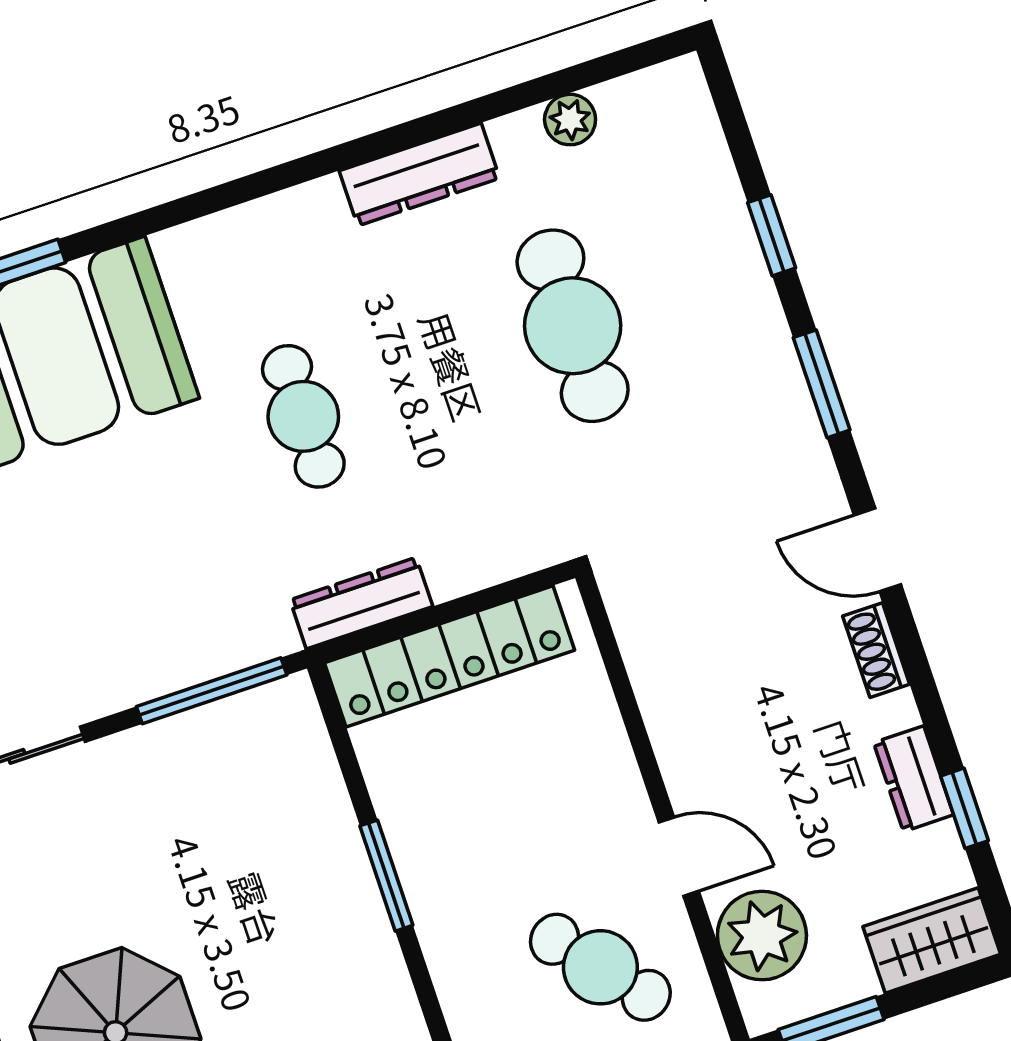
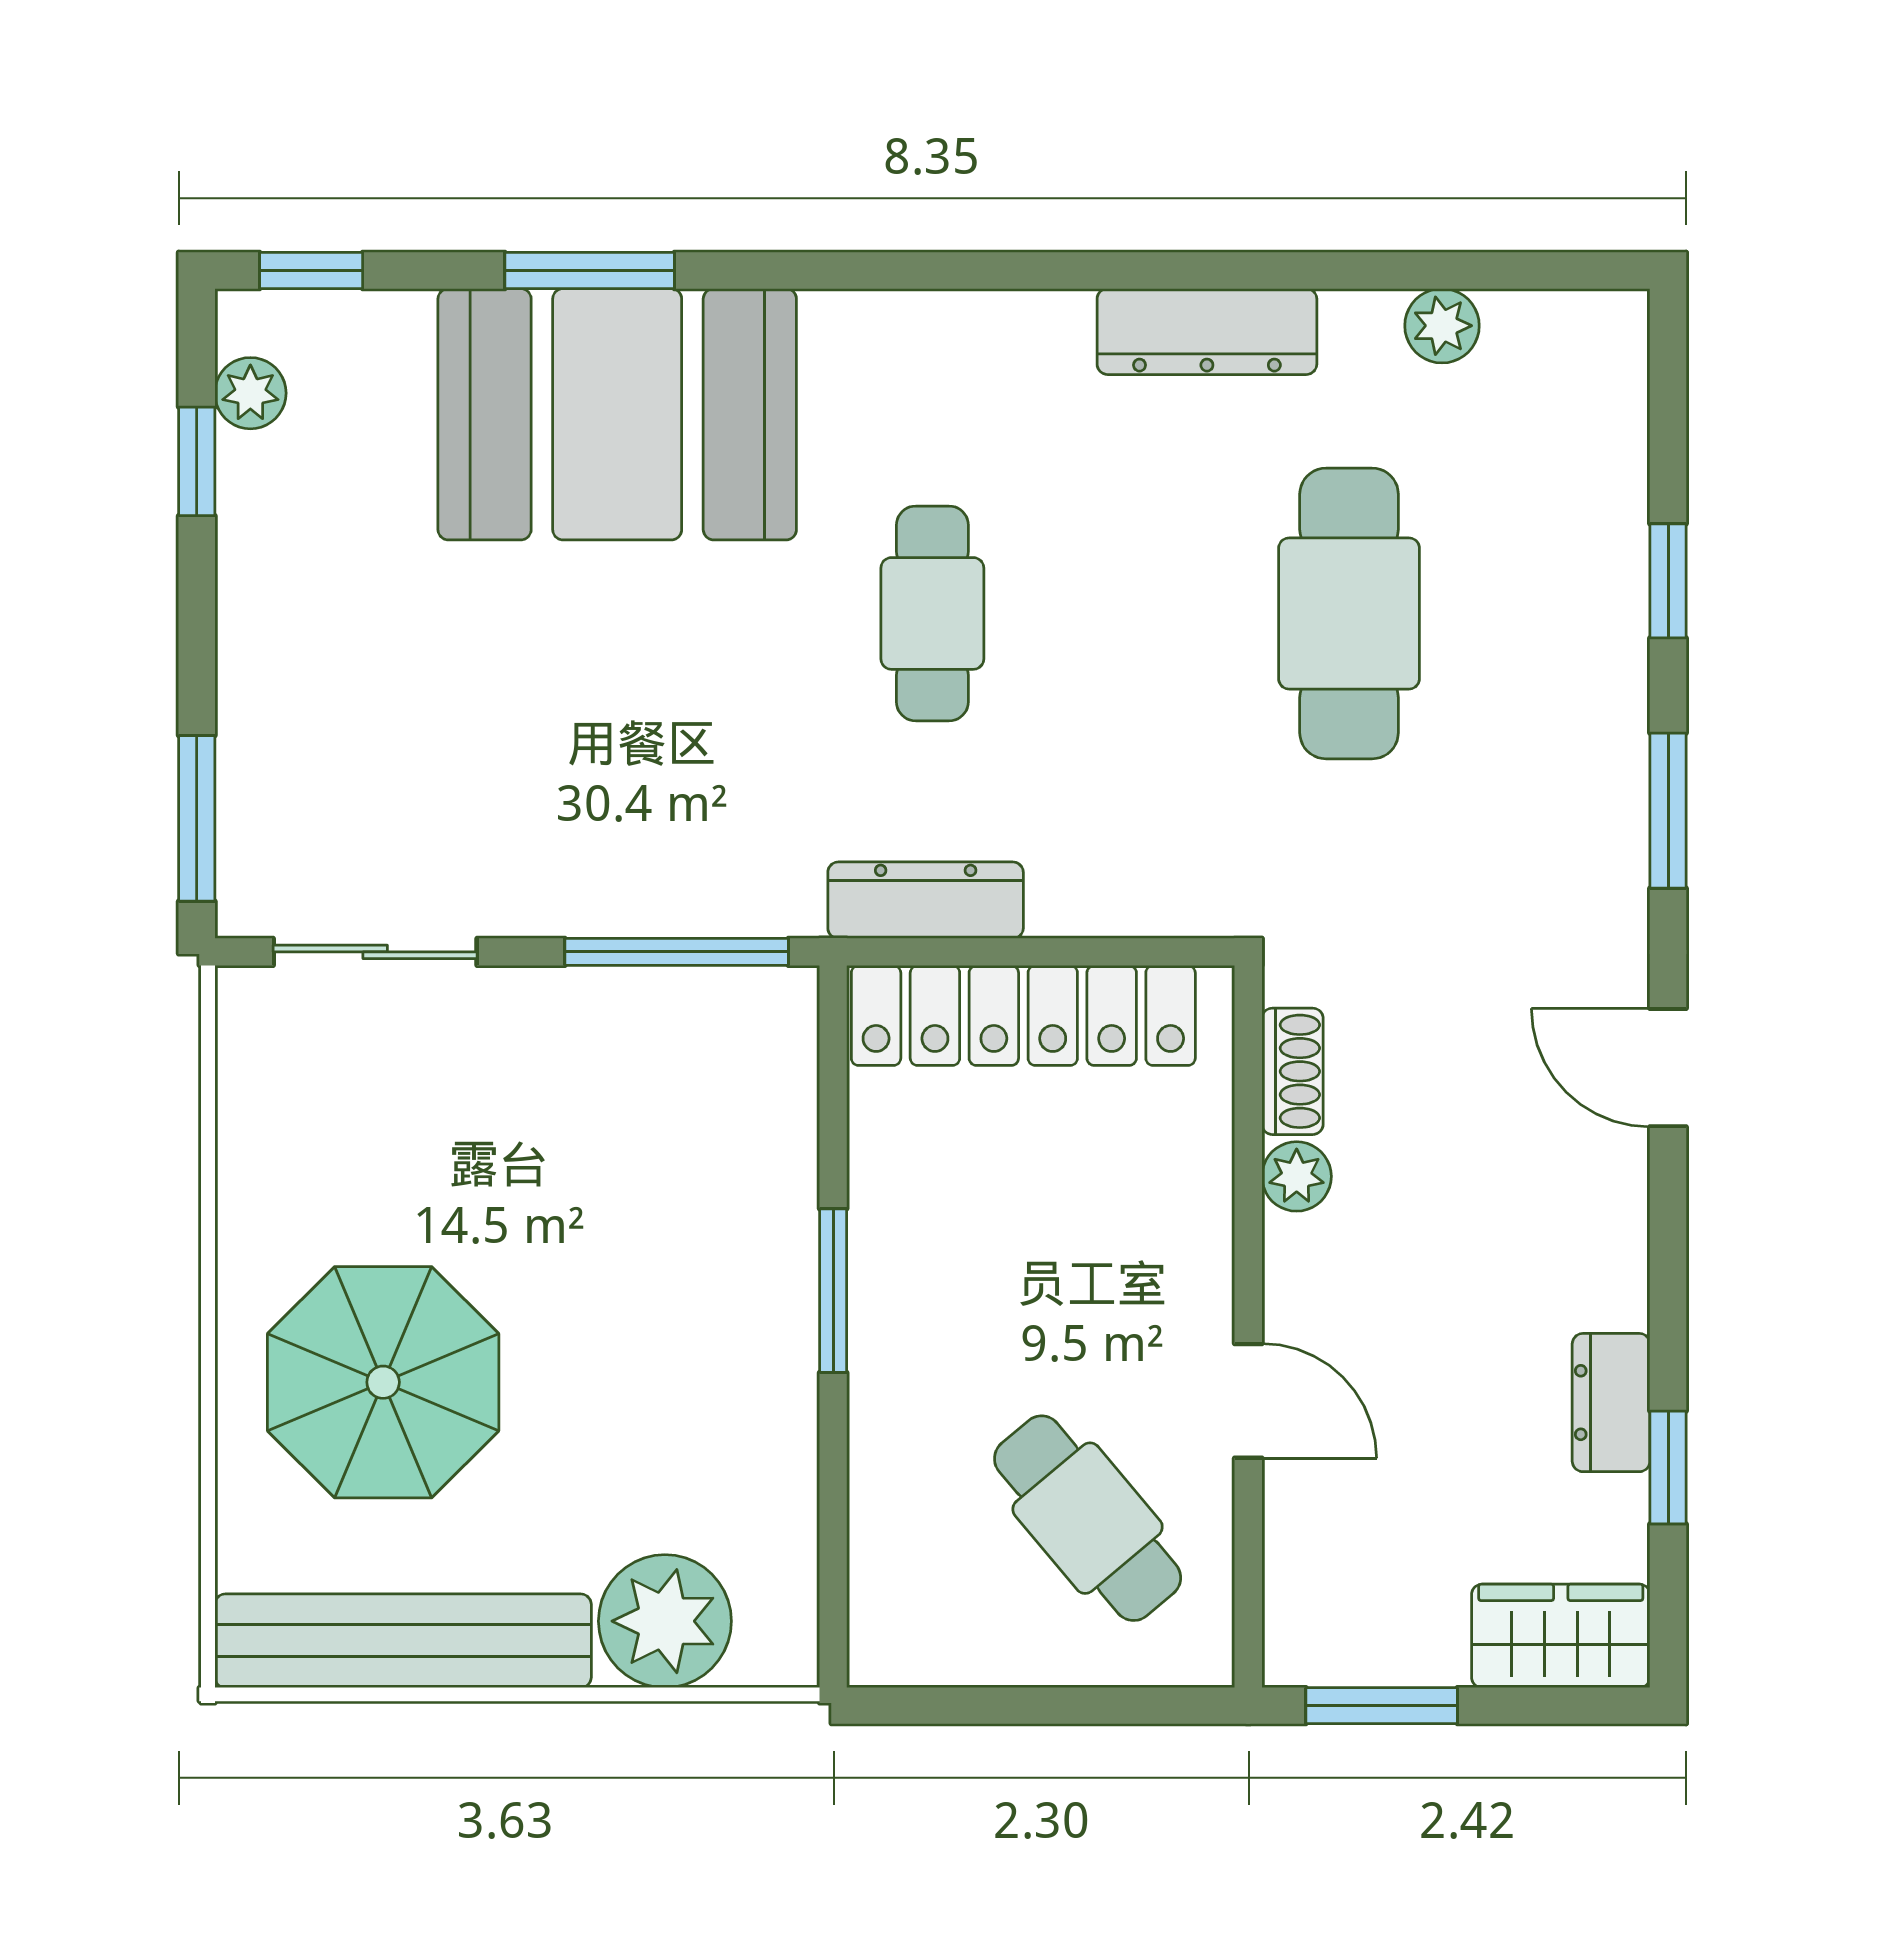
shoe rack: (876, 650) -> (1293, 1071), moved, turned 180
plant: (762, 936) -> (1297, 1176), moved, width x0.53, depth x0.53

